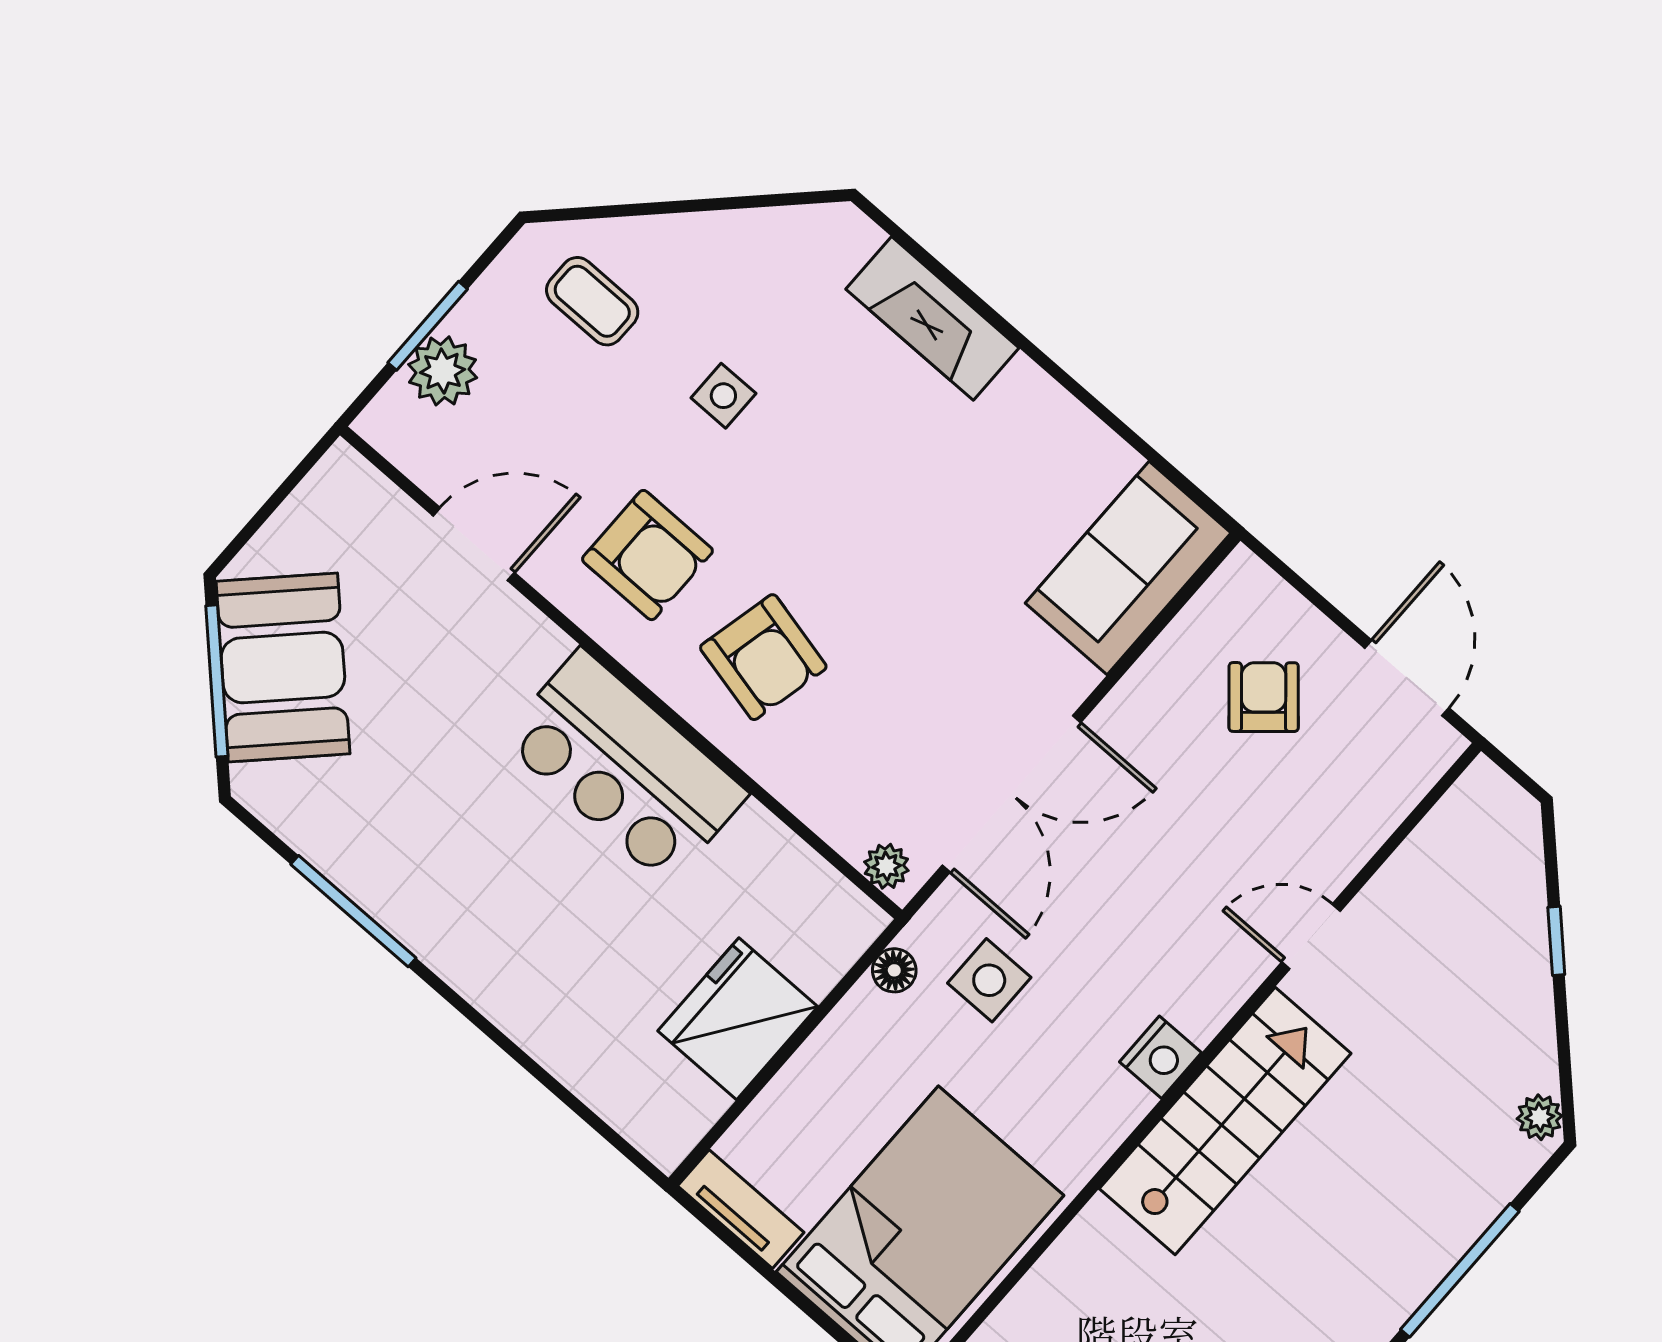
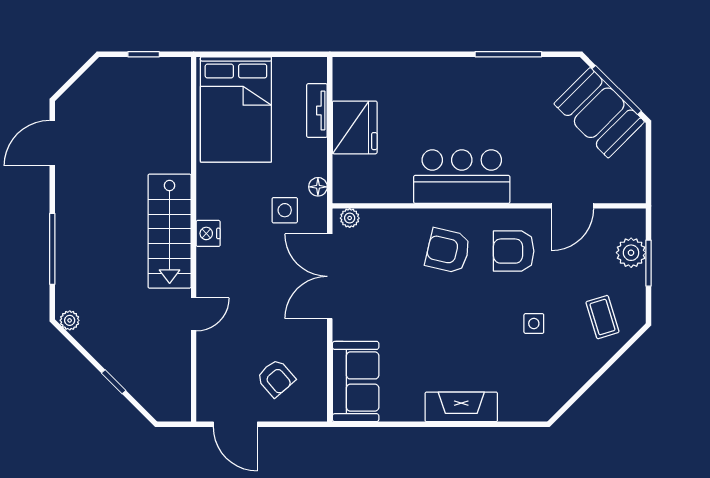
coffee table: (592, 301) -> (602, 317), turned 73
fireplace: (932, 318) -> (461, 407), moved
tv unit: (741, 1209) -> (317, 111), moved, turned 90

